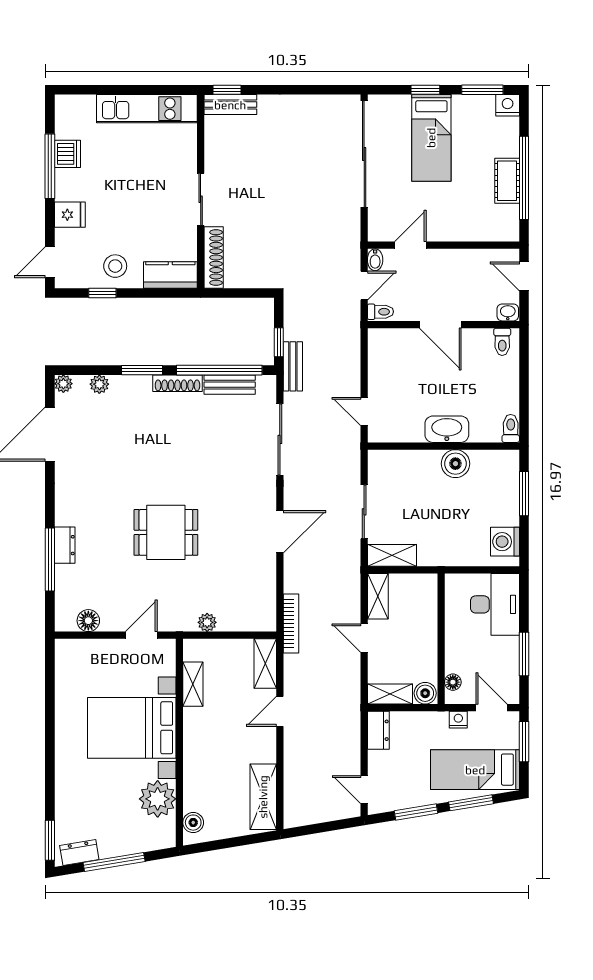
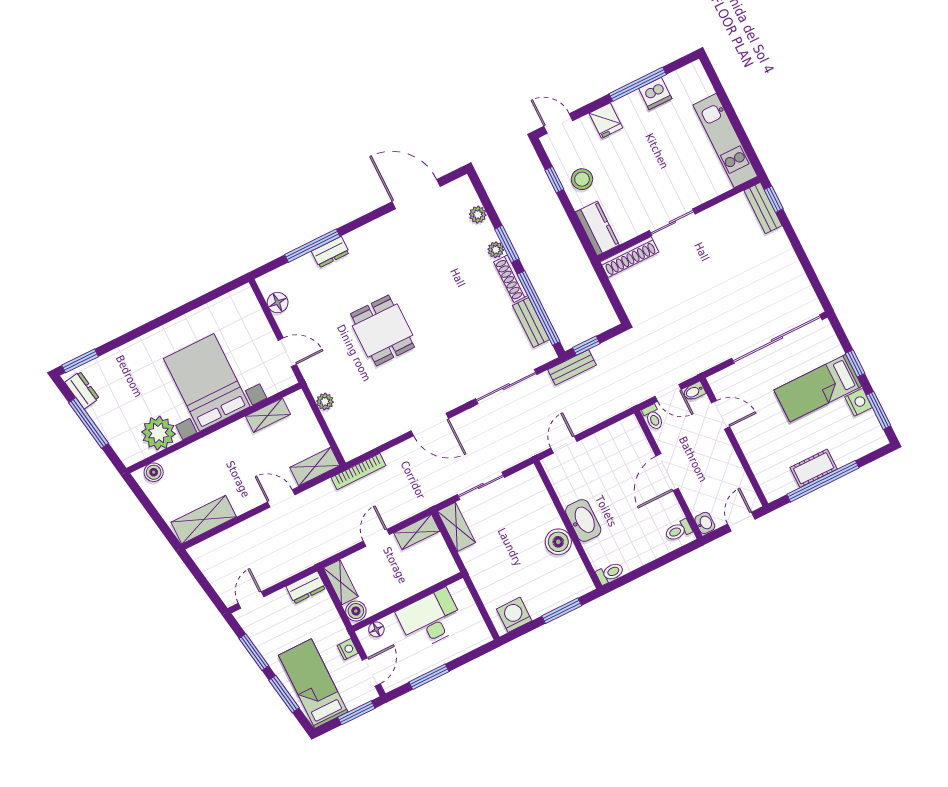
nightstand: (508, 105) -> (858, 402), moved
plant: (63, 384) -> (496, 250), moved
desk: (495, 604) -> (430, 619), moved, turned 180

